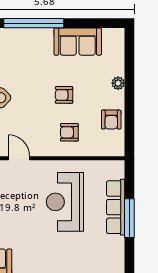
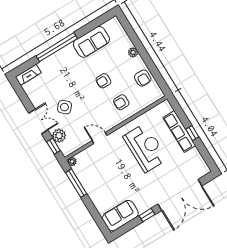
reception desk: (65, 202) -> (145, 148), turned 180
window: (129, 218) -> (192, 133), width x0.46

